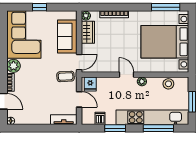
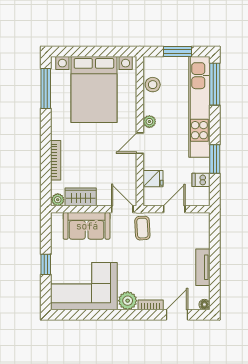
fridge: (90, 84) -> (153, 179), moved
tv unit: (64, 120) -> (203, 267), moved
window: (158, 128) -> (215, 84), moved

